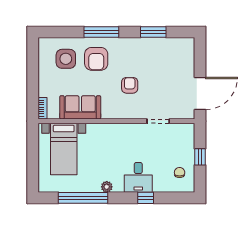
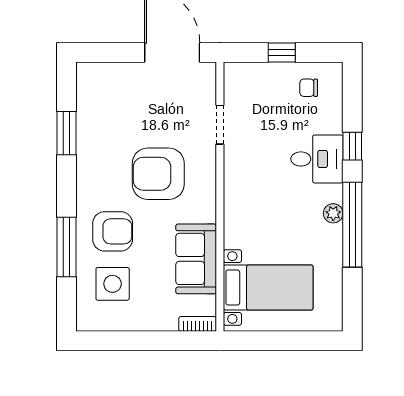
window: (101, 32) -> (66, 247), moved
armchair: (130, 85) -> (158, 174), width x1.88, depth x1.88
window: (83, 198) -> (352, 225), moved

